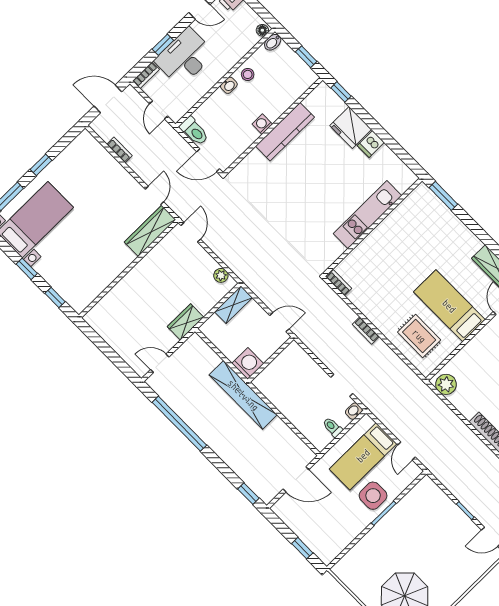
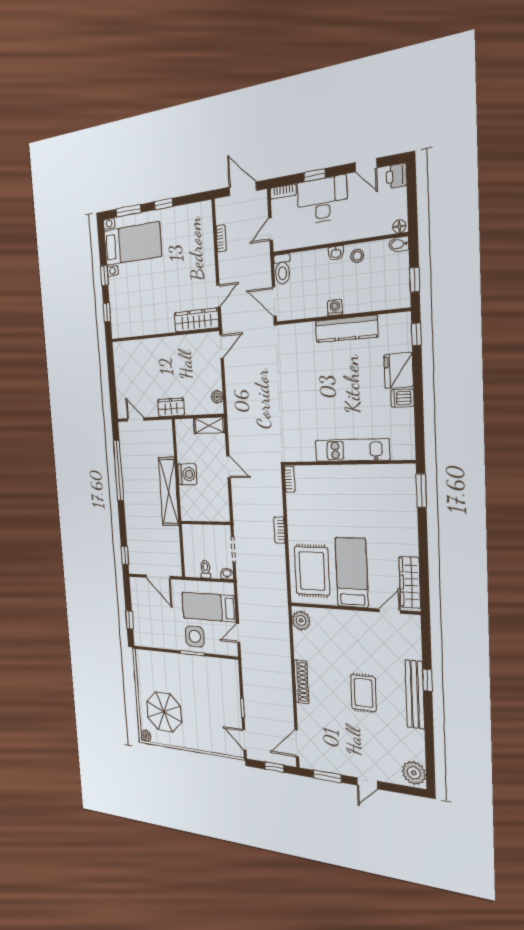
rug: (419, 336) -> (312, 571), width x1.36, depth x1.43
wall: (271, 359) -> (205, 523), moved

